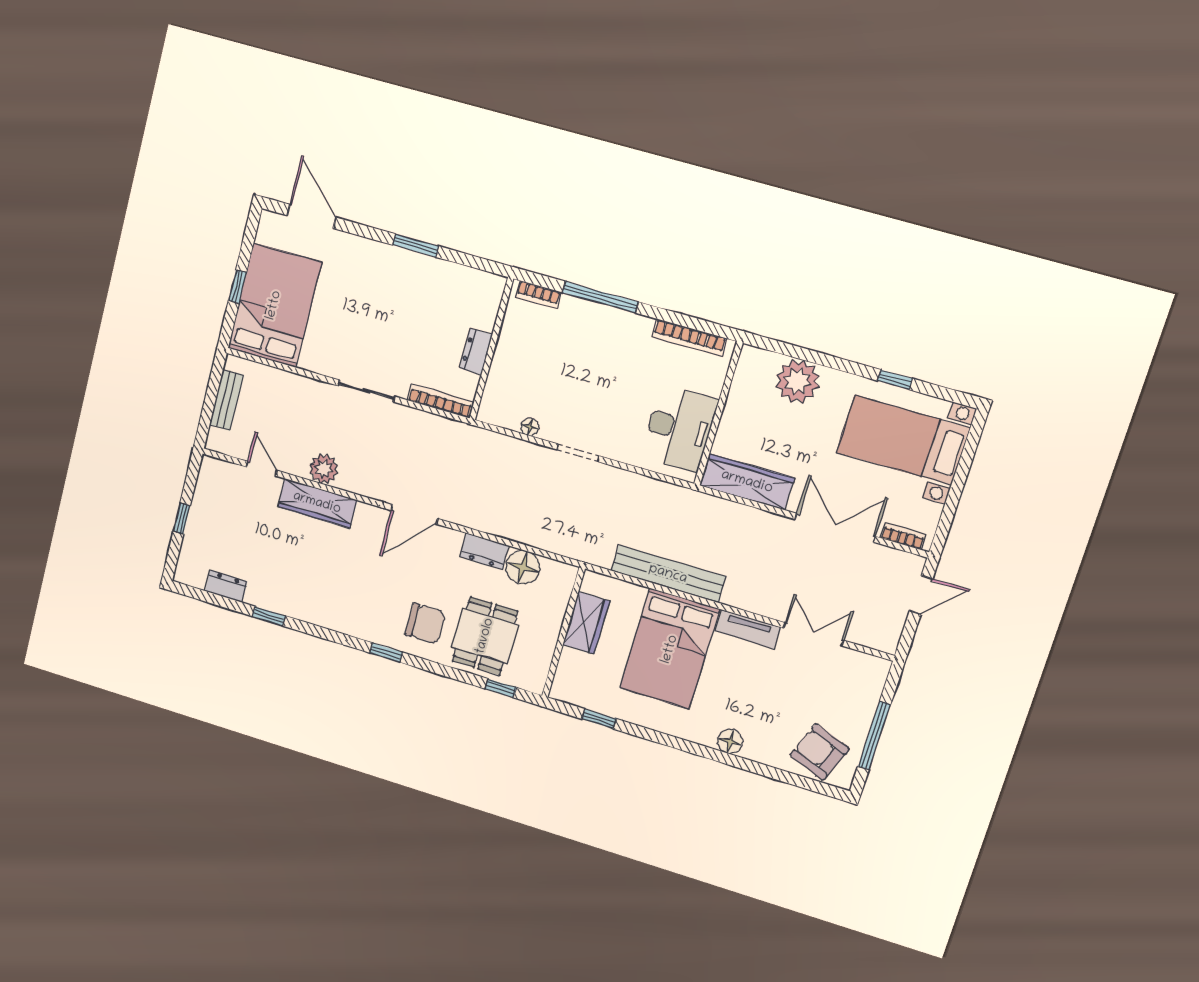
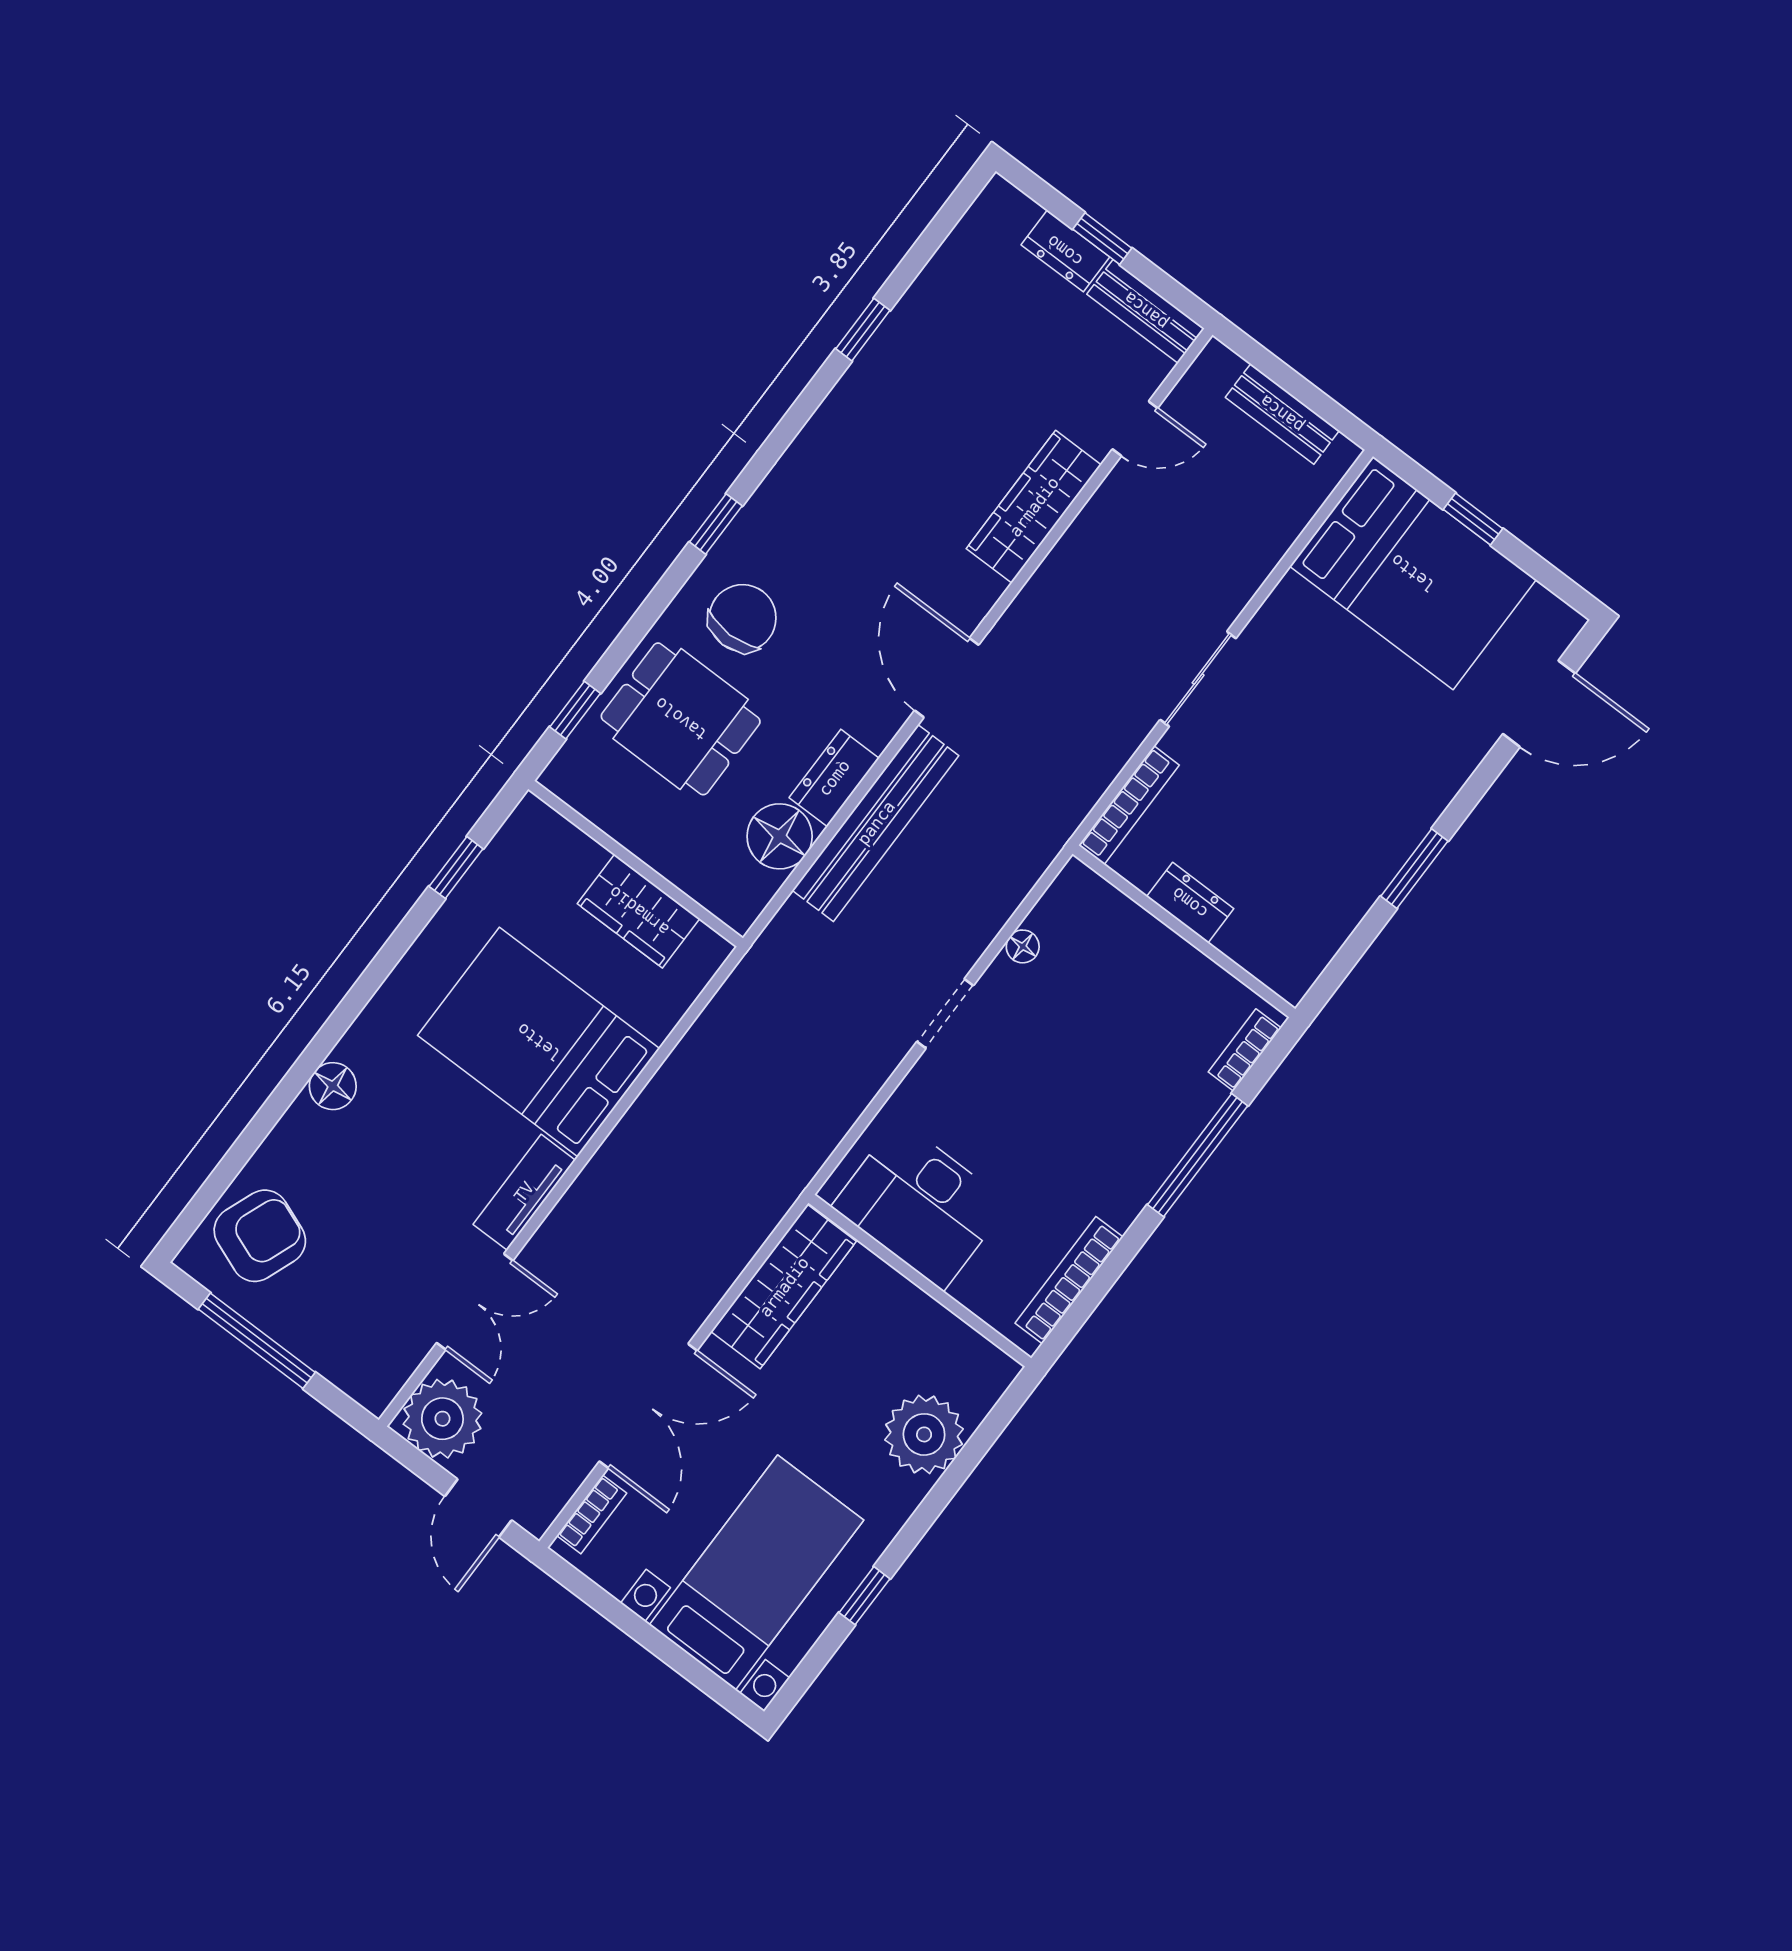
plant: (324, 469) -> (442, 1419), moved, width x1.36, depth x1.36
bench: (206, 485) -> (1146, 311), added
bench: (668, 574) -> (876, 823), moved
dresser: (226, 586) -> (1065, 251), moved, turned 90
chair: (425, 624) -> (743, 618), turned 180

